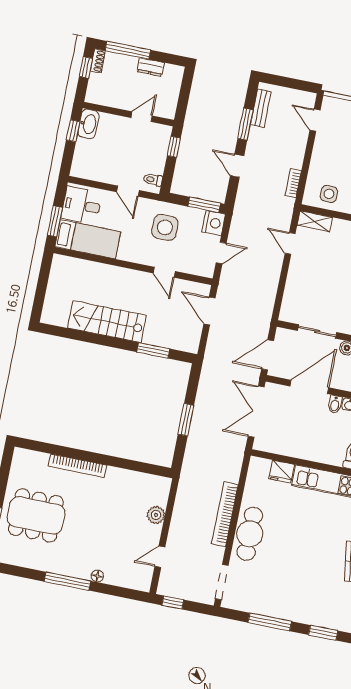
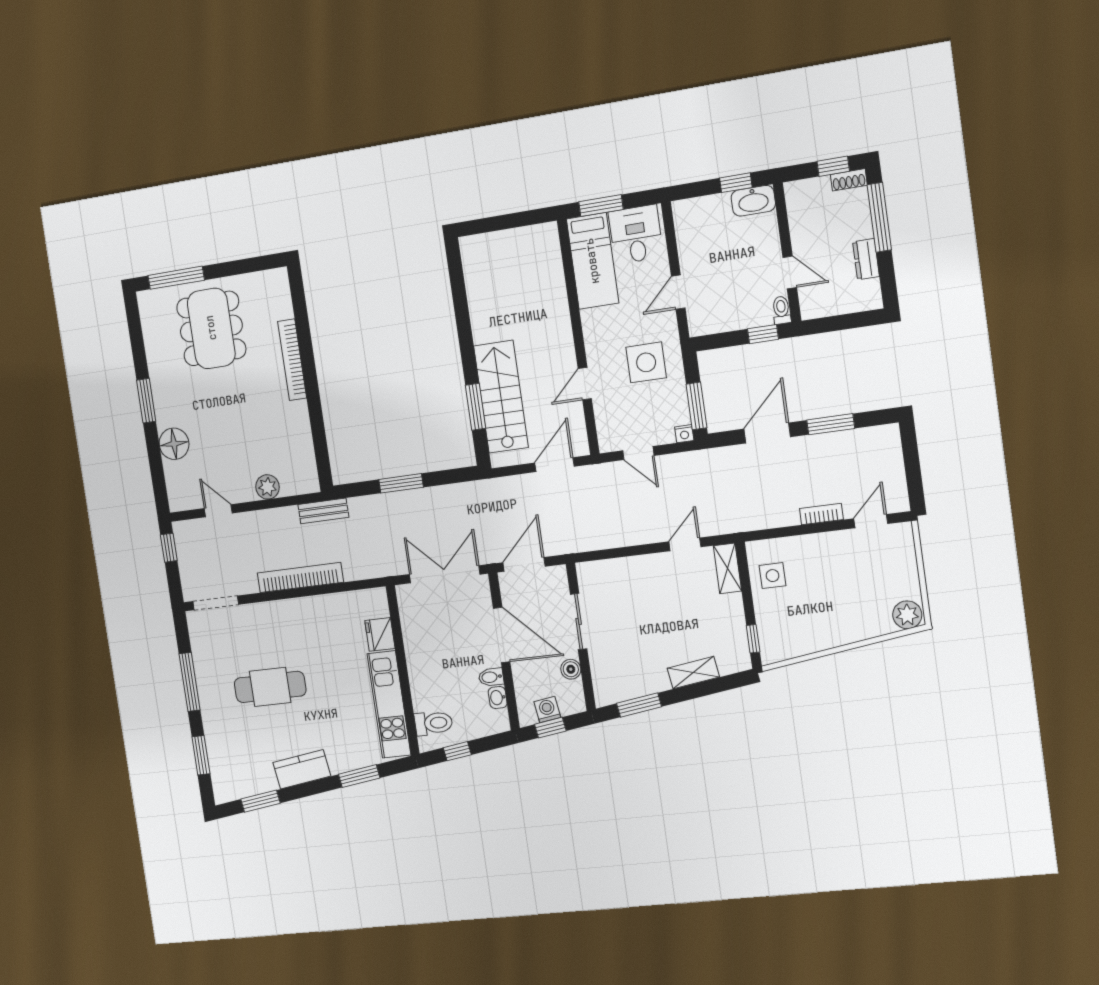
bench: (261, 108) -> (323, 511), moved
door: (237, 166) -> (767, 433), width x1.38
toilet: (153, 180) -> (781, 310), moved
bookcase: (293, 183) -> (821, 514), moved
nightstand: (214, 223) -> (684, 434), width x0.53, depth x0.56
stairs: (107, 322) -> (501, 397), moved
door: (268, 355) -> (524, 564), hinge flipped
cafe table: (250, 534) -> (270, 687), moved
floor lamp: (97, 576) -> (174, 444), width x1.89, depth x1.89
window: (67, 581) -> (146, 401), width x0.69

